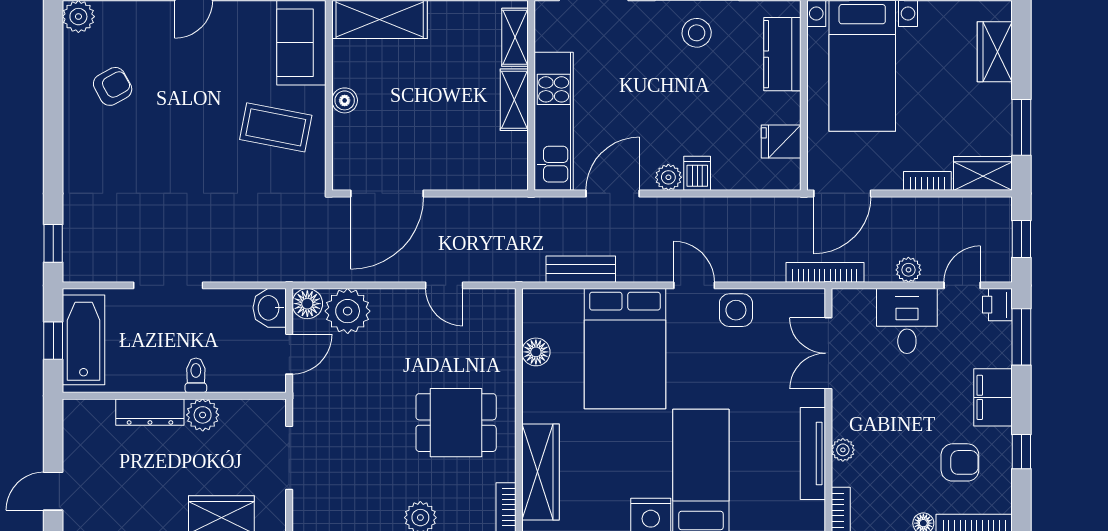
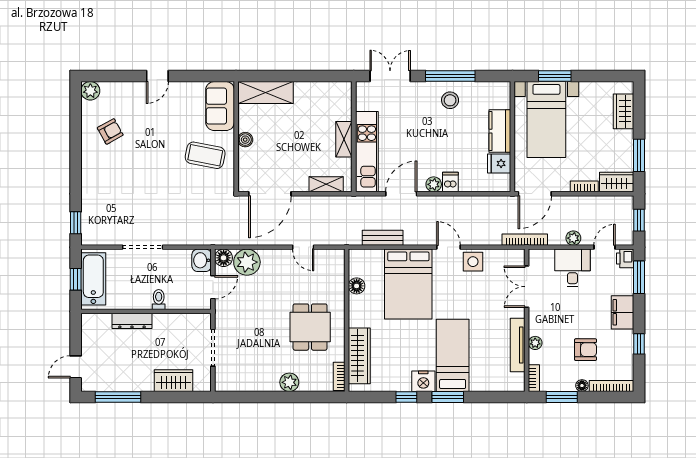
shelving: (515, 37) -> (326, 184), moved, turned 90
kitchen counter: (782, 54) -> (500, 131), moved
plant: (203, 415) -> (163, 323), removed
dining table: (456, 423) -> (310, 327), turned 90
armchair: (960, 462) -> (586, 350), moved

